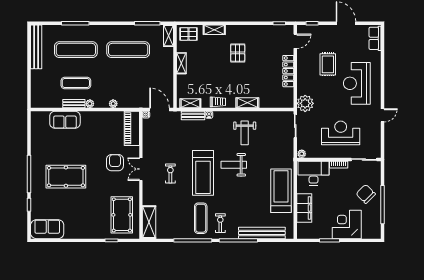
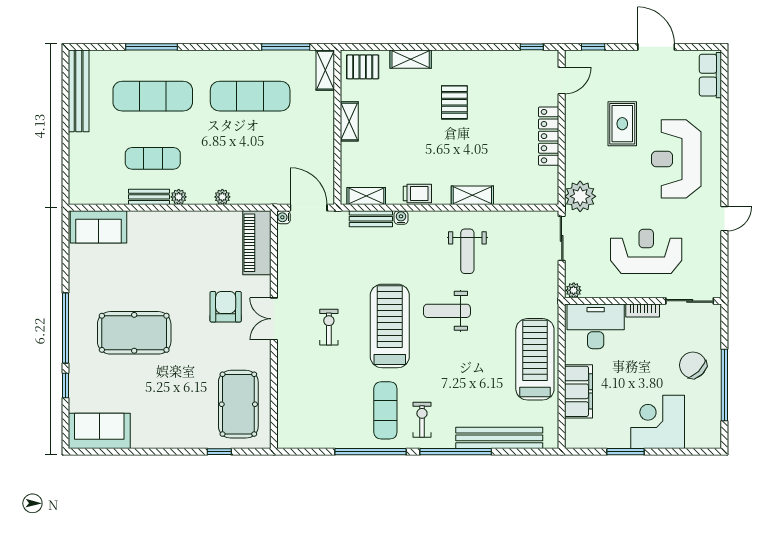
sofa: (65, 120) -> (99, 227), moved
treadmill: (203, 173) -> (390, 326), turned 180
shelving: (149, 222) -> (289, 418), removed

